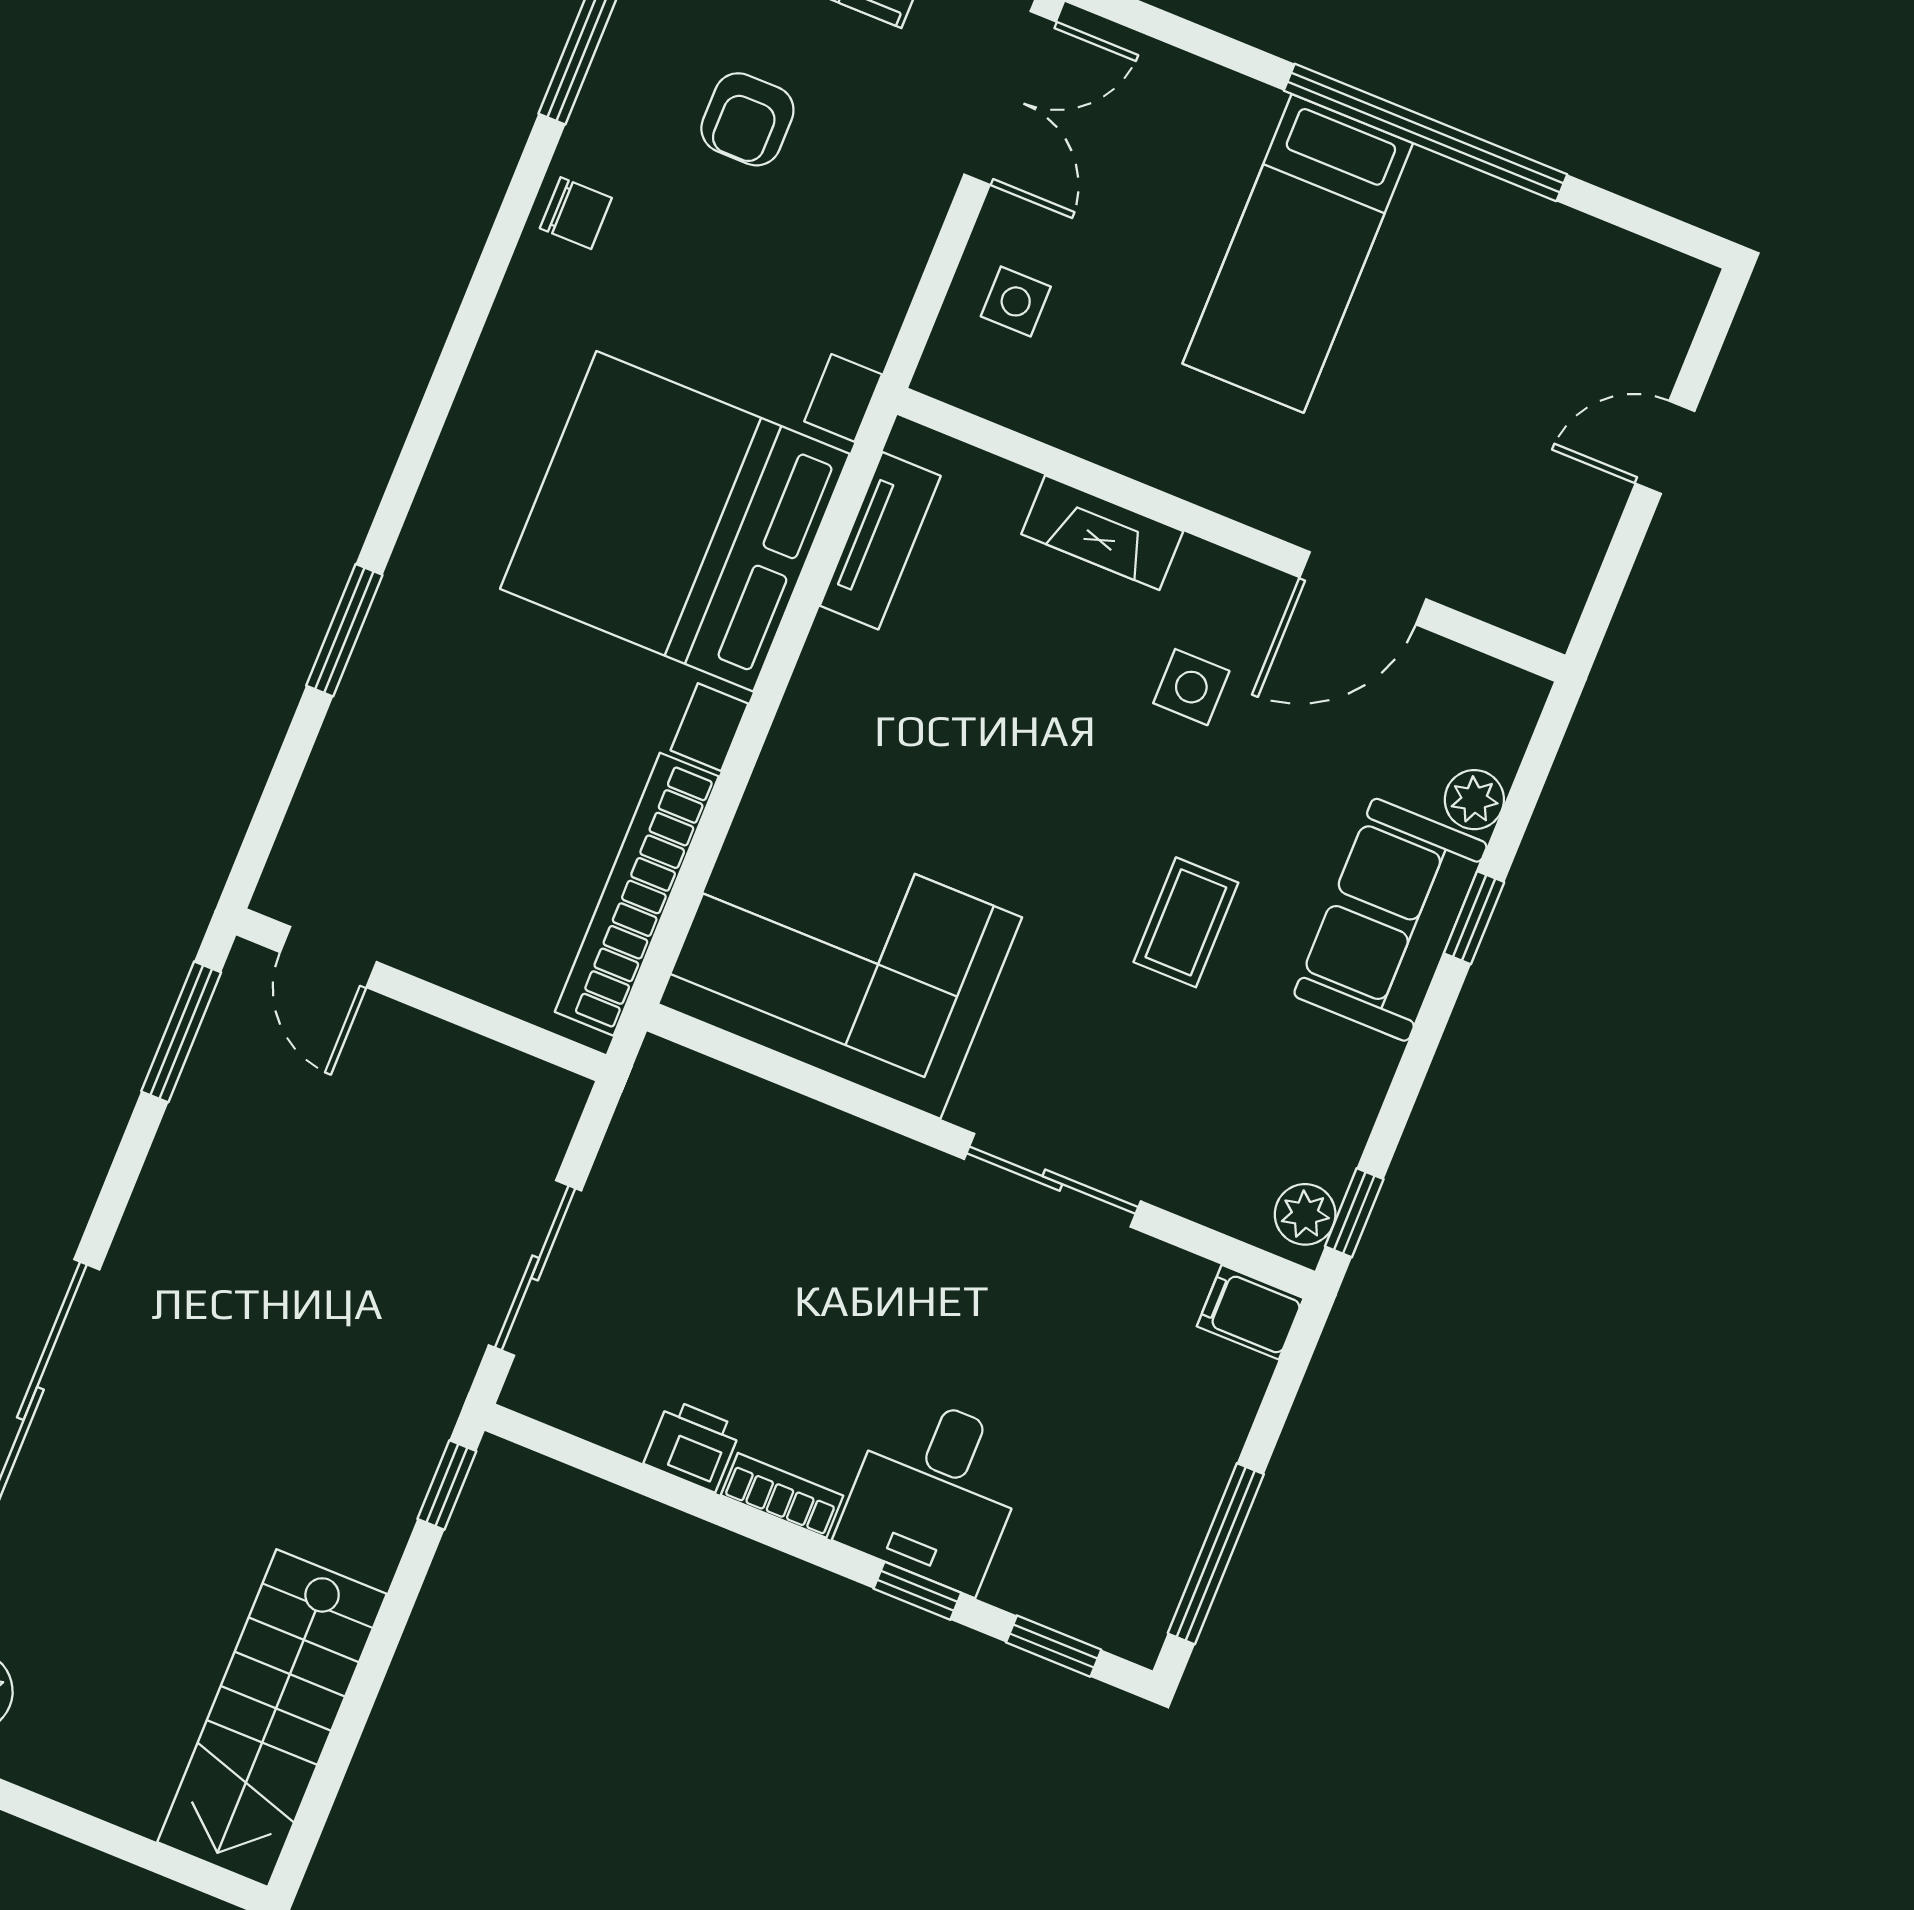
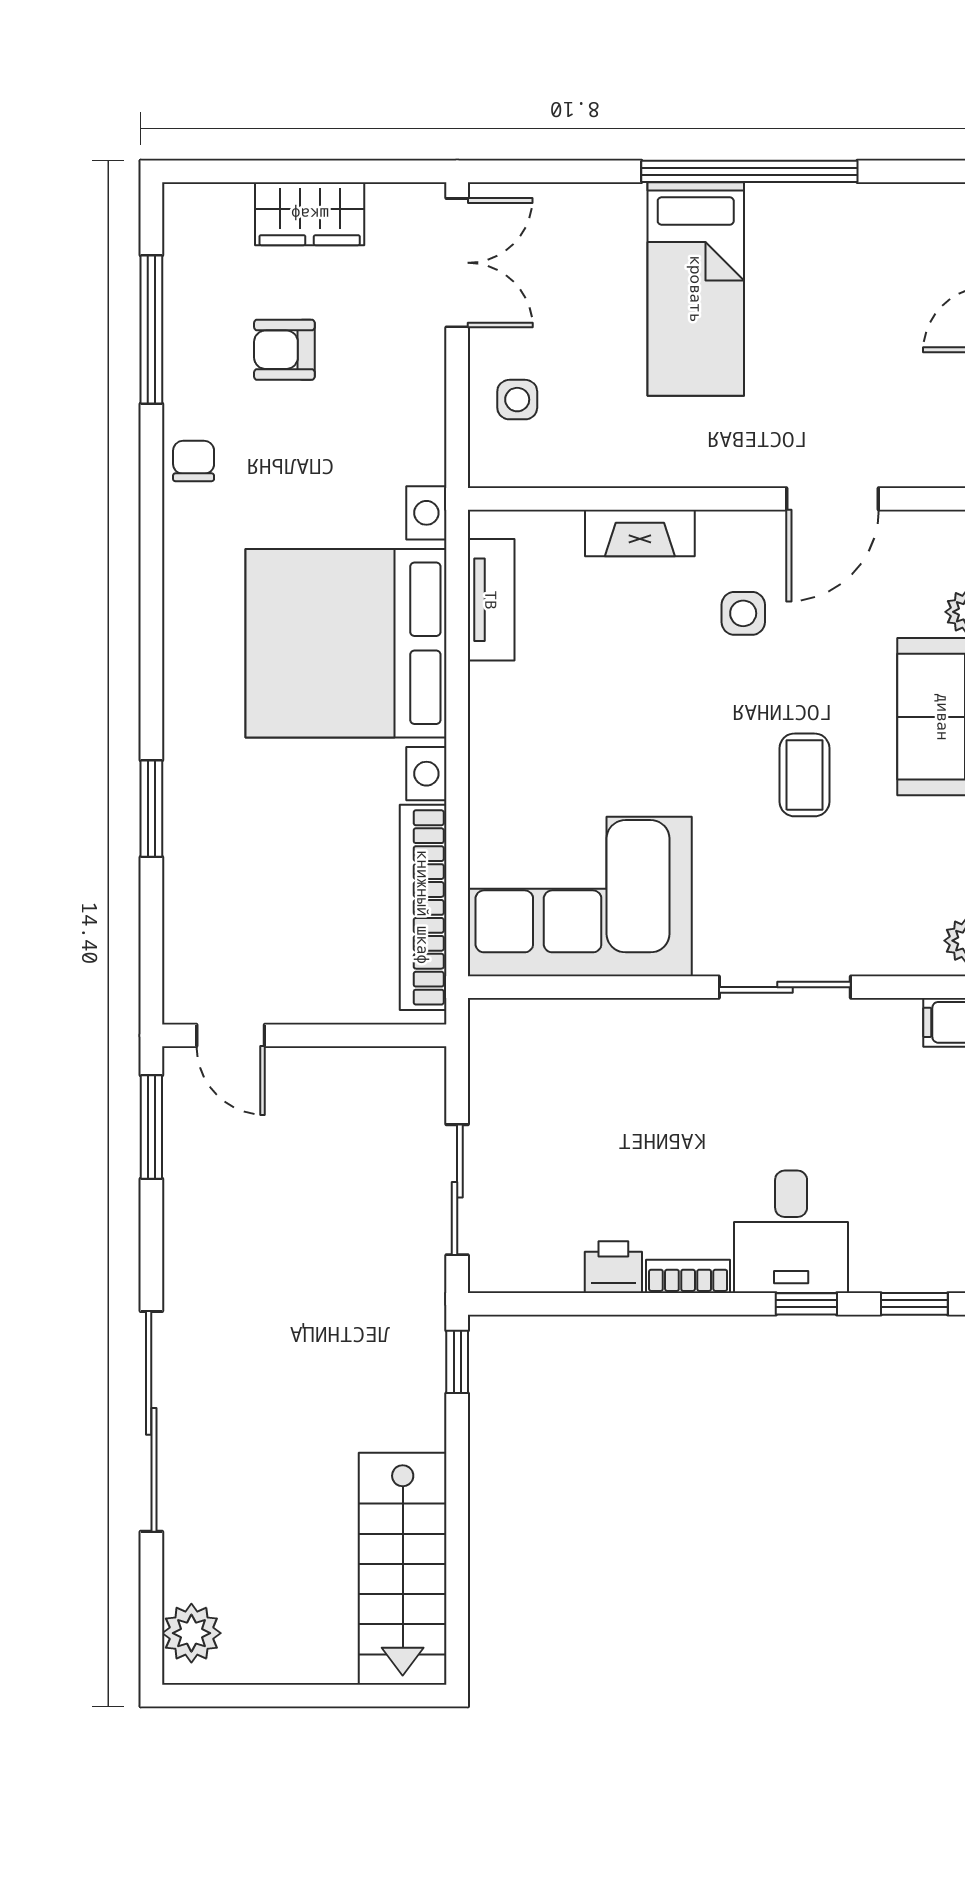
armchair: (747, 119) -> (284, 350), turned 90
chair: (576, 213) -> (194, 461), turned -90

